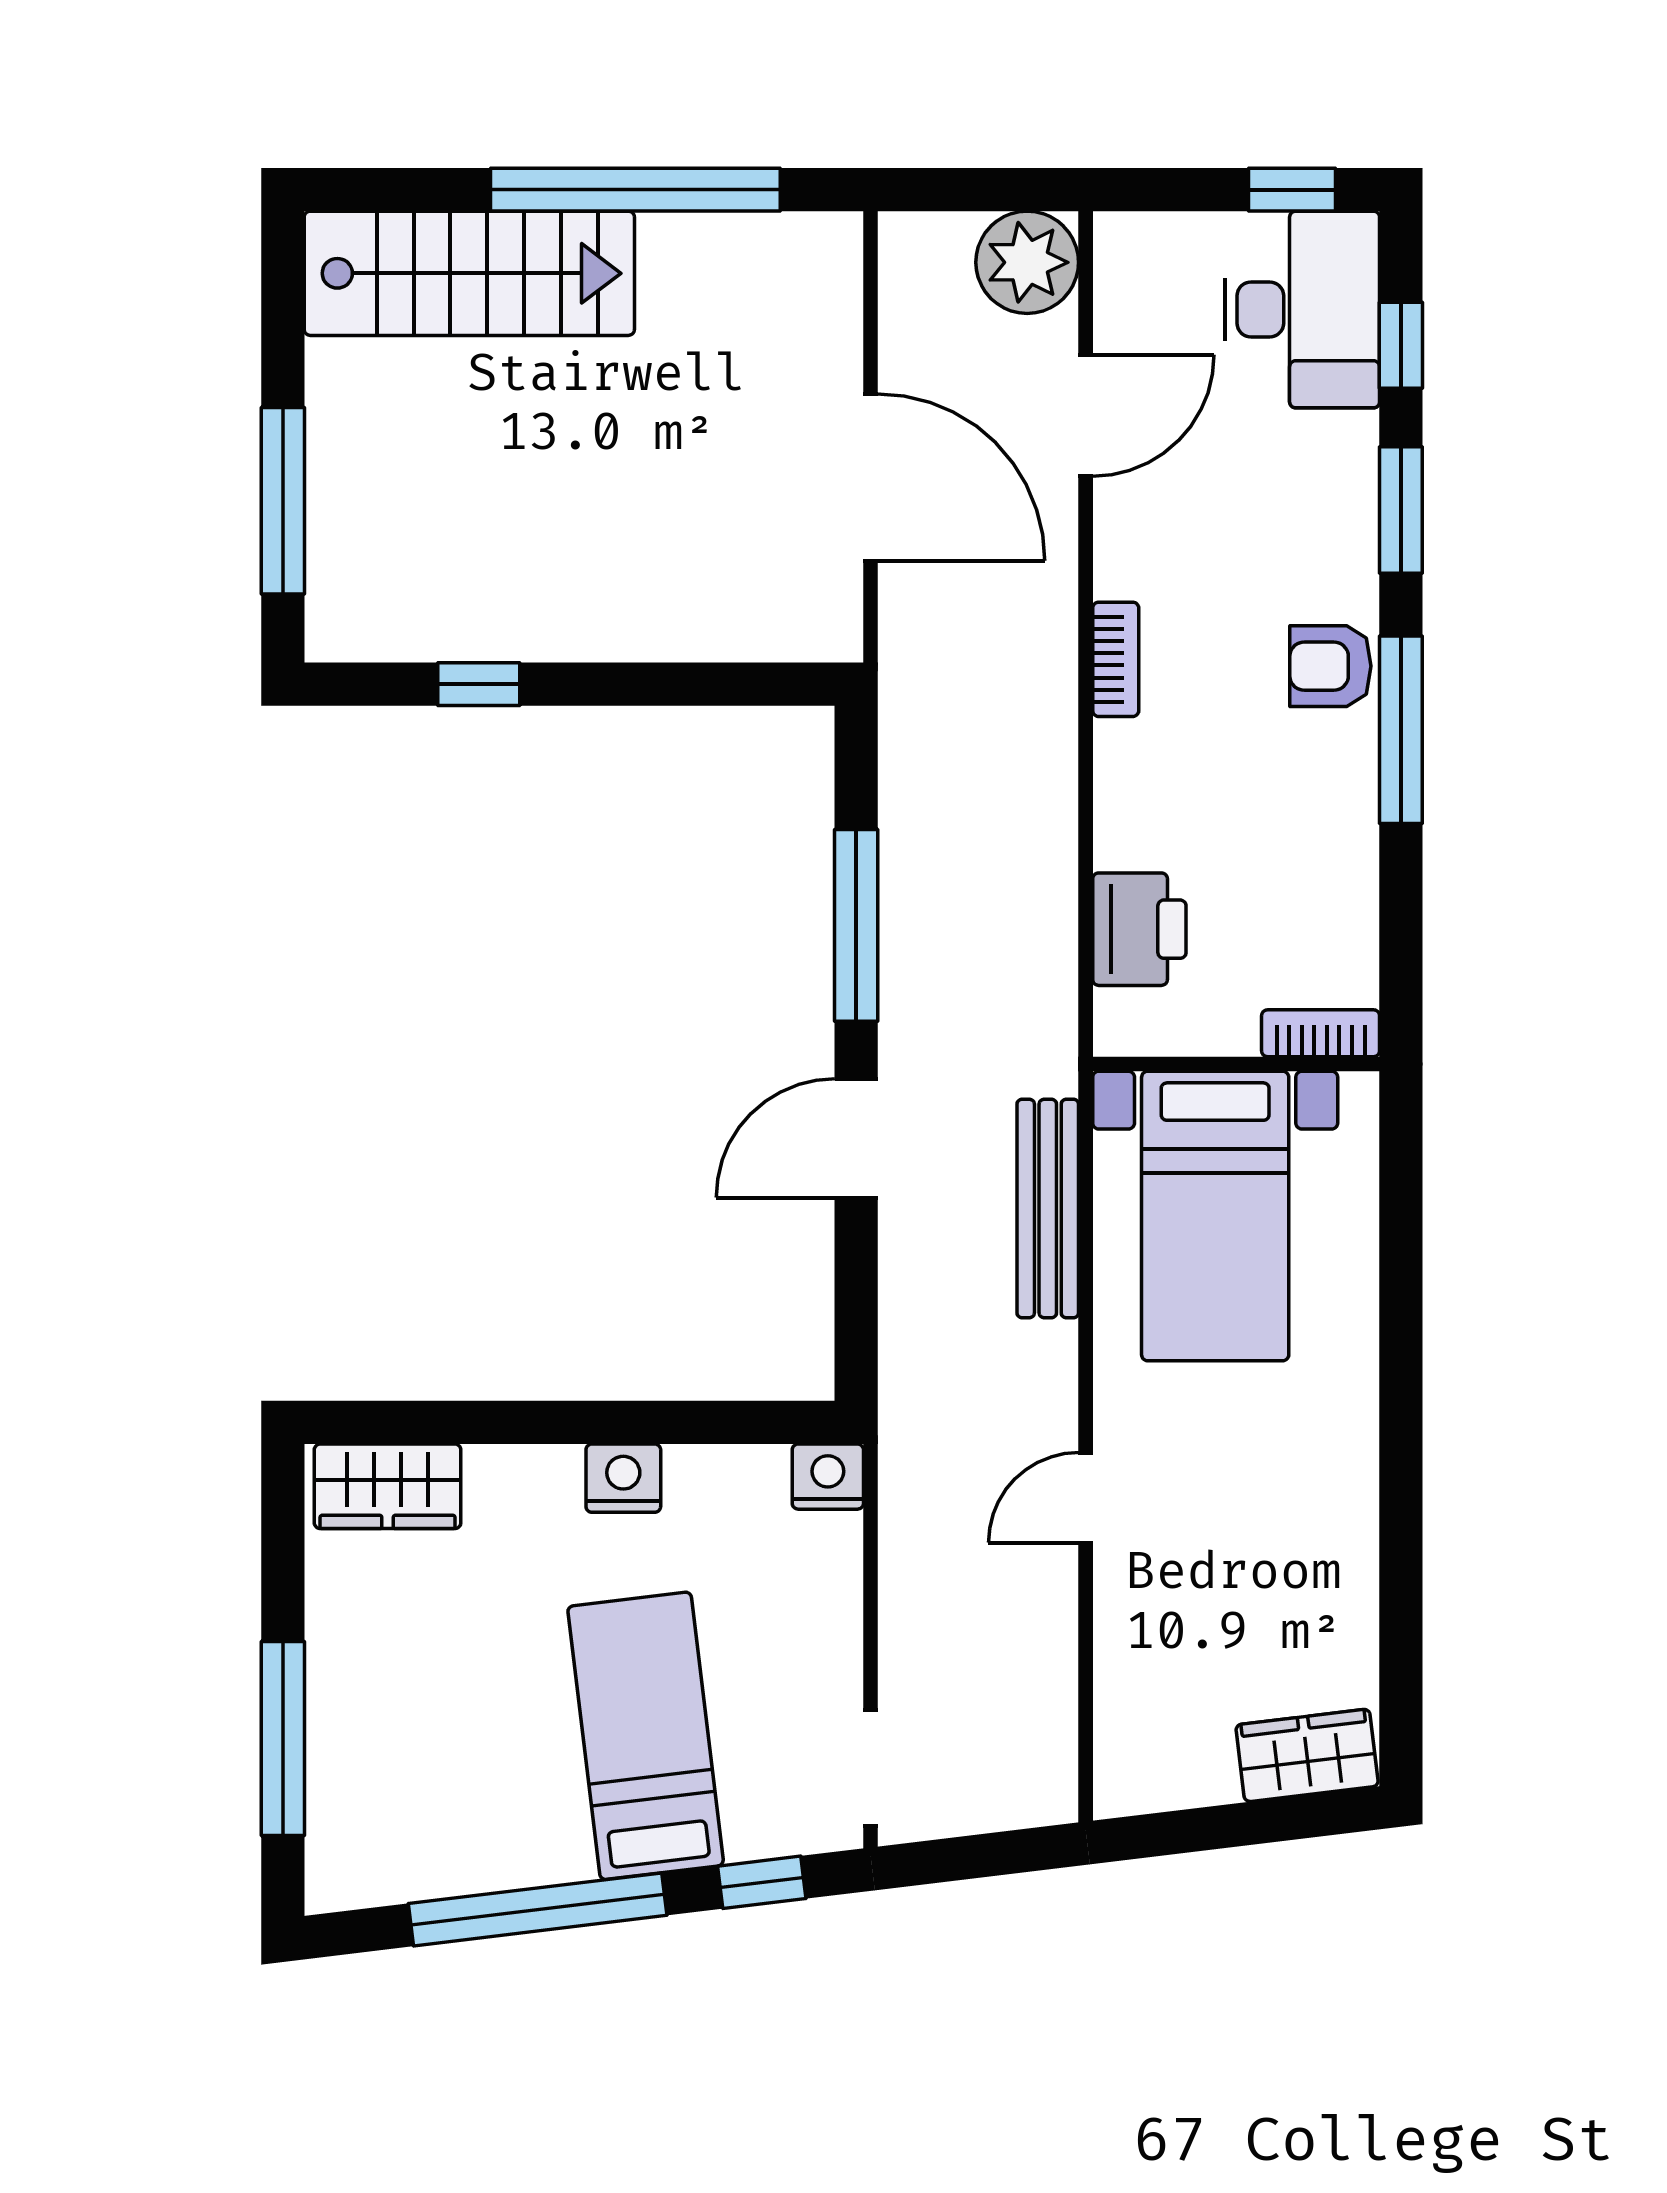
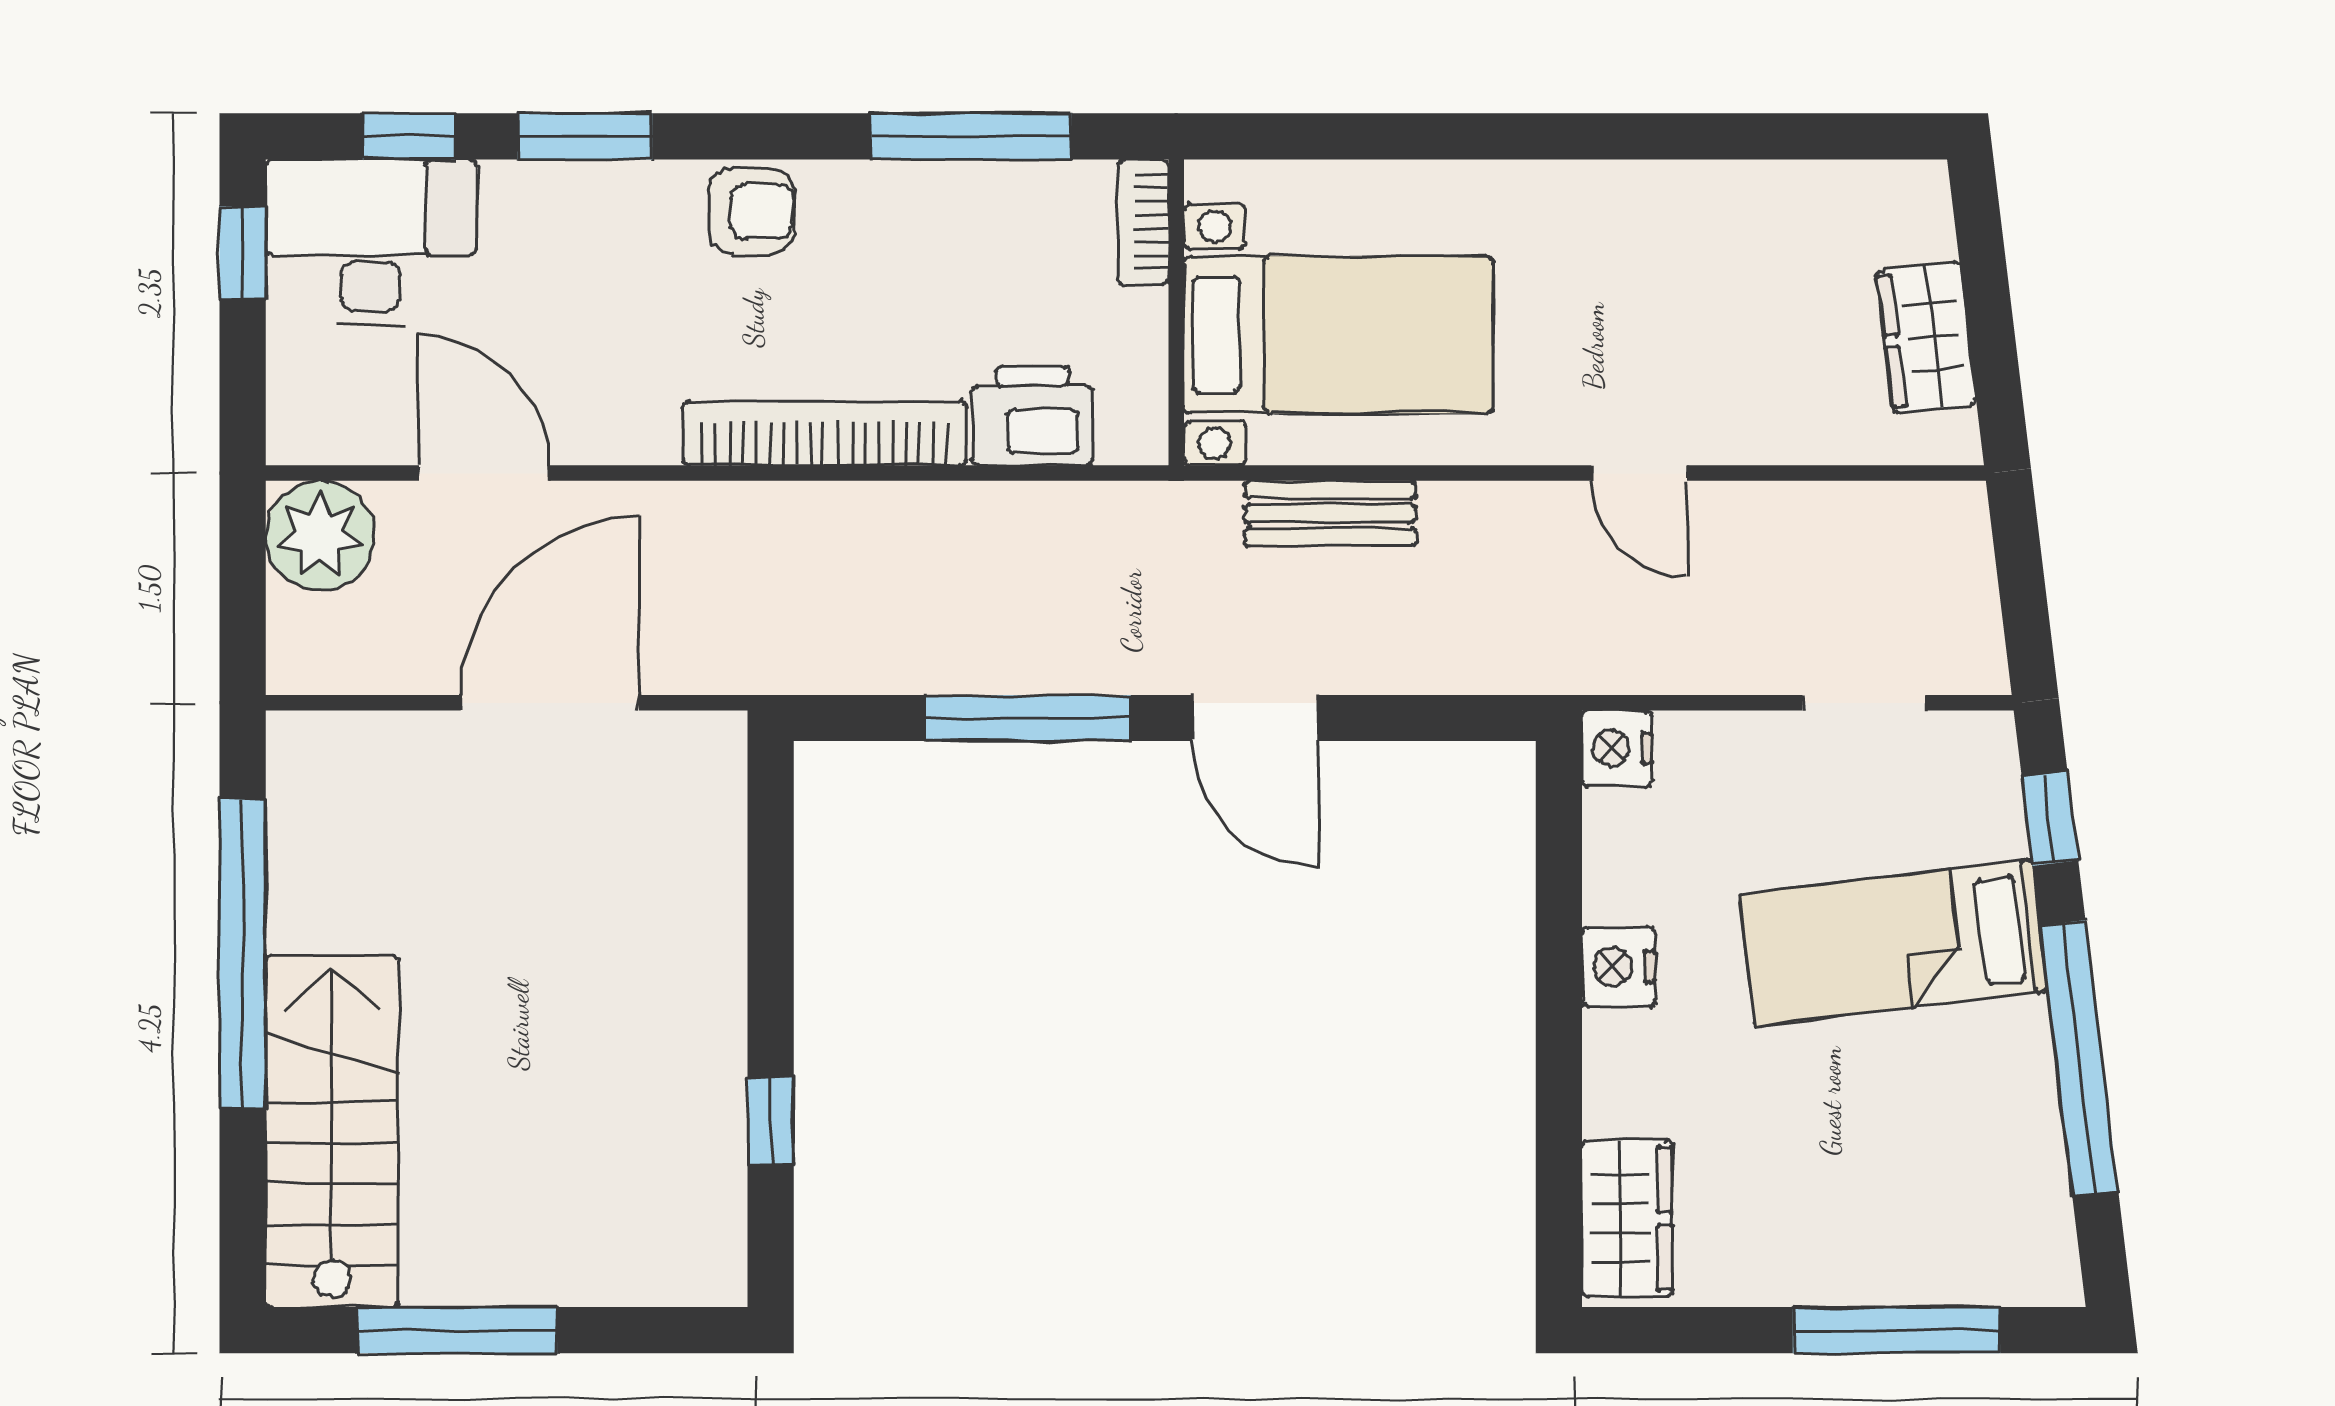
window: (283, 501) -> (457, 1330), moved
bookcase: (1116, 659) -> (824, 433), width x2.31, depth x1.31
armchair: (1330, 666) -> (751, 212), turned -90
window: (1401, 730) -> (971, 136), moved
bench: (1048, 1208) -> (1330, 513), width x0.73
wardrobe: (1307, 1755) -> (1927, 337), moved
doorway: (871, 1768) -> (1864, 703), moved

